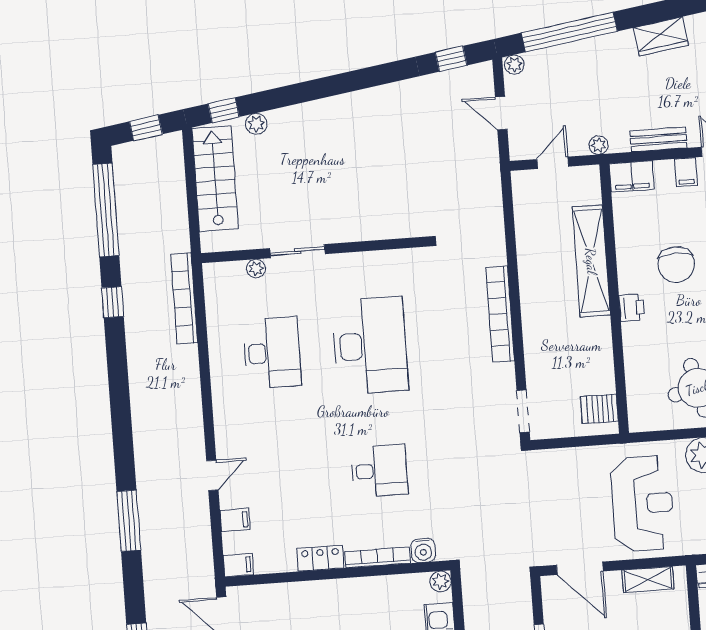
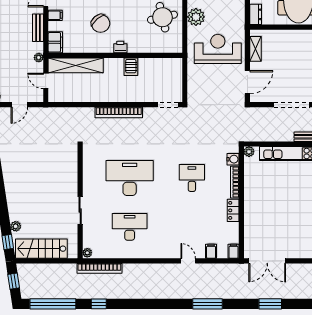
shelving: (591, 261) -> (76, 65), moved
chair: (676, 265) -> (101, 23), turned 51
plant: (256, 268) -> (87, 253), moved
server rack: (599, 409) -> (131, 67), moved

